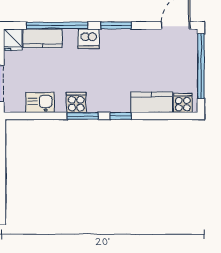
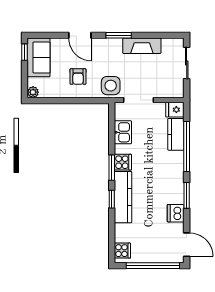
dishwasher: (89, 39) -> (176, 213), moved
kitchen counter: (152, 102) -> (123, 197), moved, width x1.50

